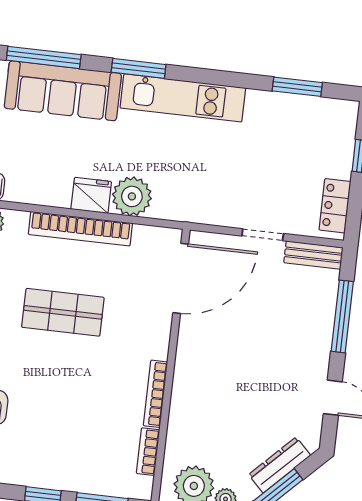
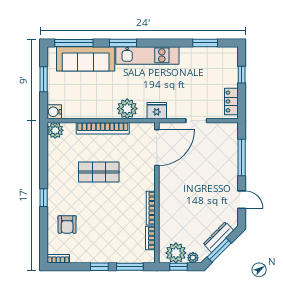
fridge: (91, 195) -> (157, 111), moved
bench: (313, 255) -> (223, 128), removed

